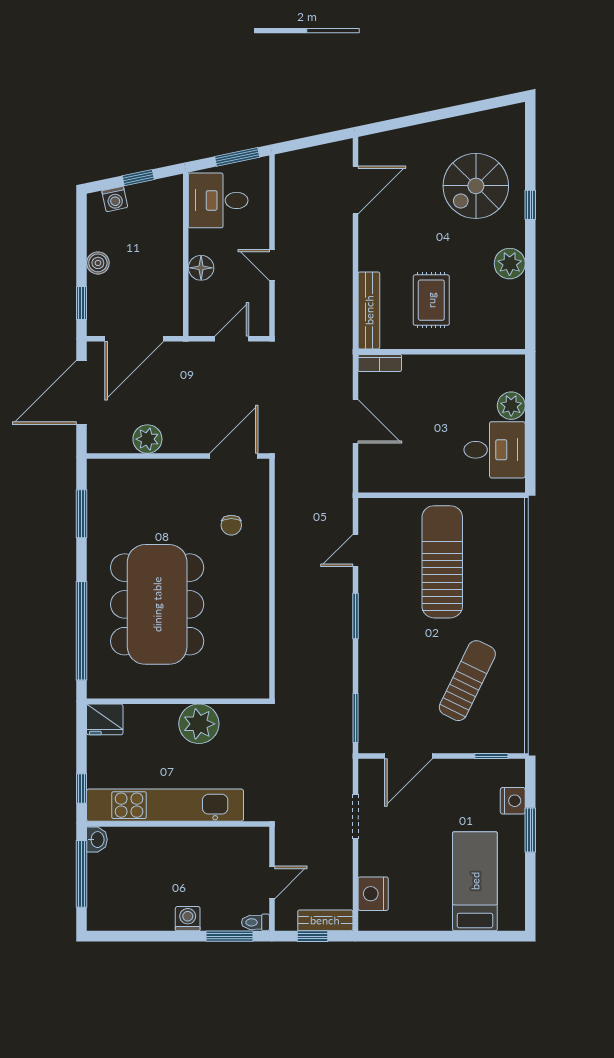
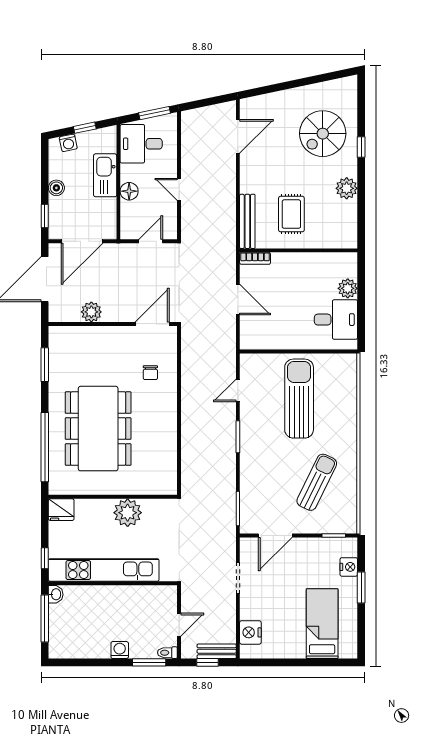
kitchen sink: (167, 245) -> (105, 175), added

